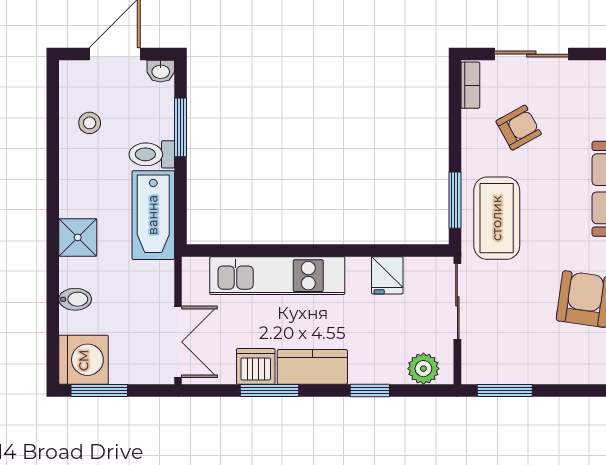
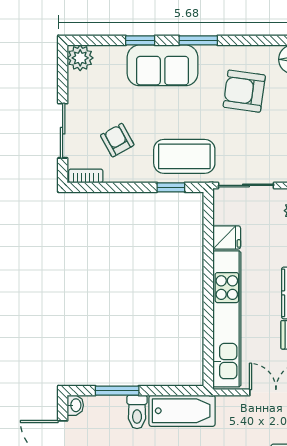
window: (455, 200) -> (171, 187), width x0.67
kitchen unit: (277, 276) -> (227, 319), width x1.36

